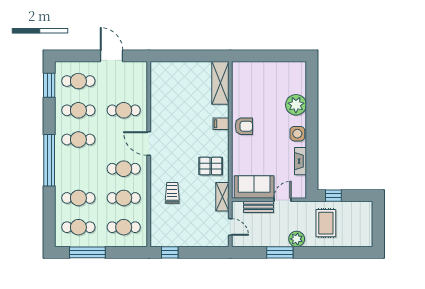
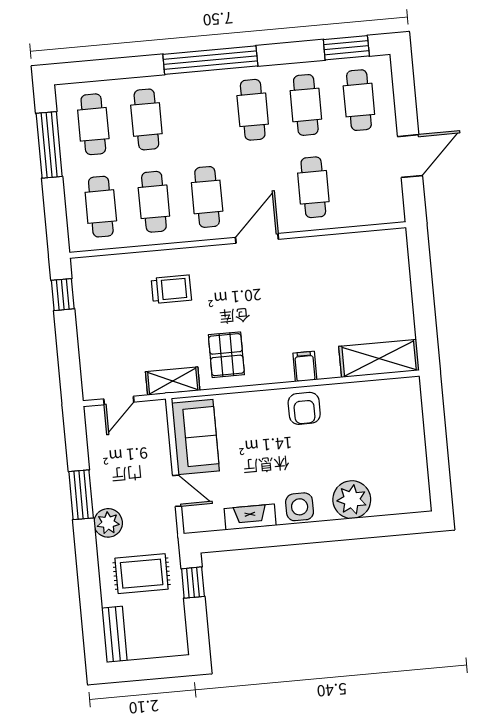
bench: (259, 207) -> (114, 634), moved

